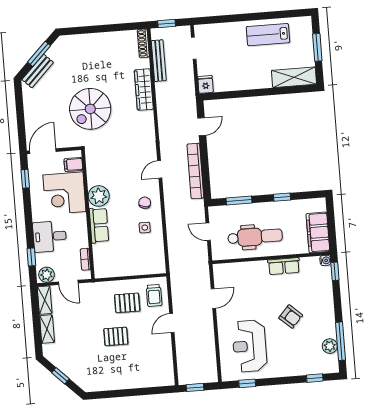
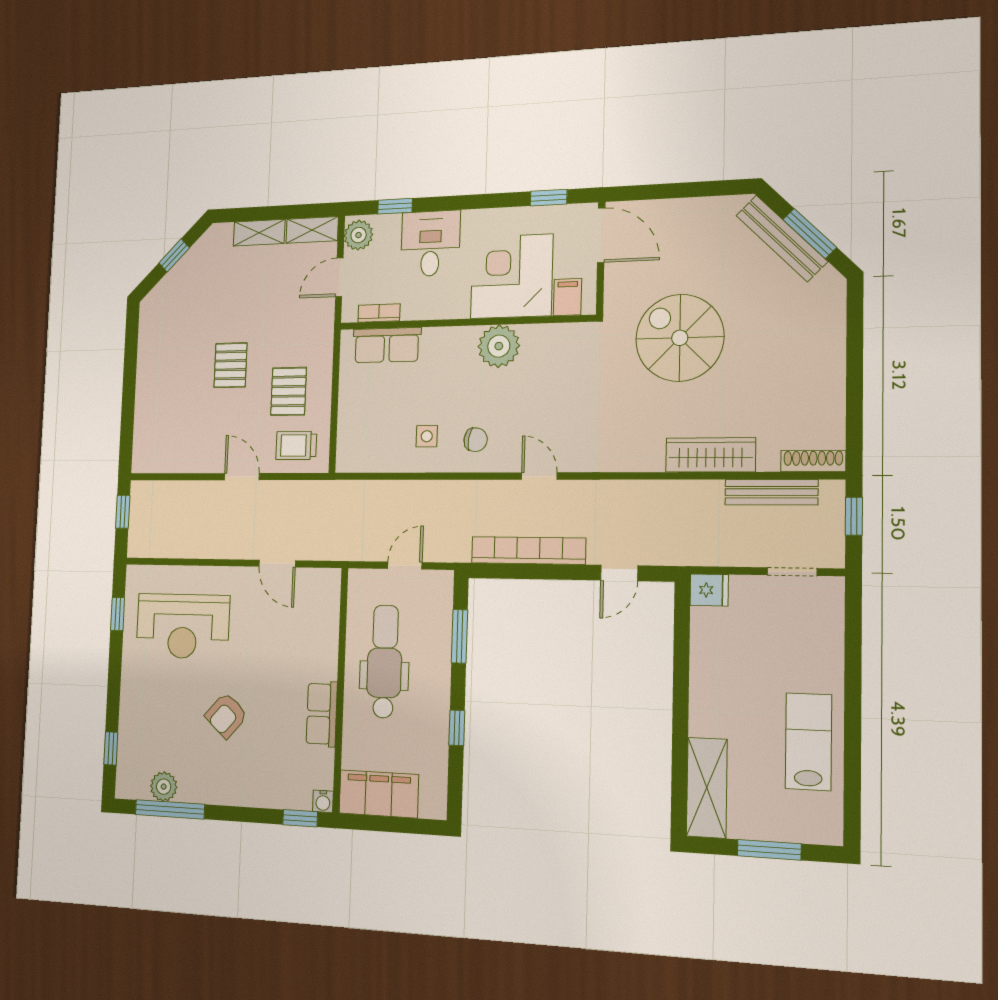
bench: (38, 71) -> (782, 238), width x1.36
door: (202, 127) -> (619, 573), hinge flipped
row of seats: (99, 225) -> (387, 345), moved
dental chair: (255, 237) -> (384, 662), turned 180
reception desk: (249, 346) -> (183, 626), turned 180

